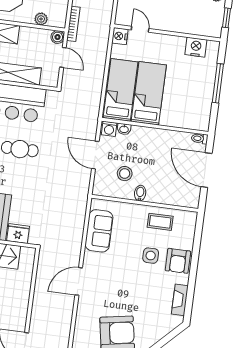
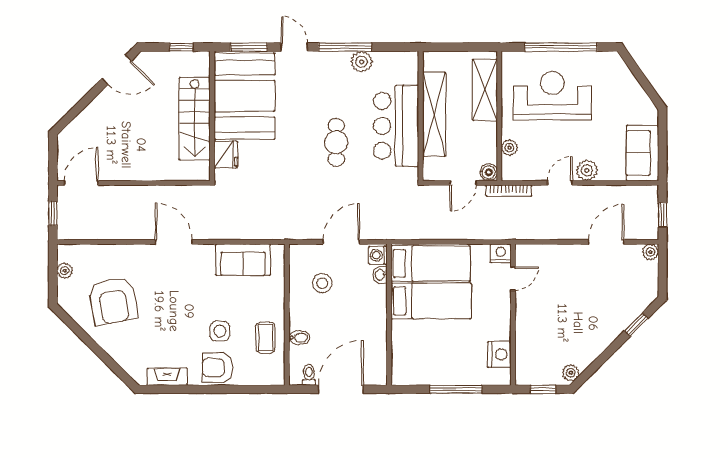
toilet: (200, 139) -> (309, 375), moved
bidet: (140, 193) -> (299, 338), moved

